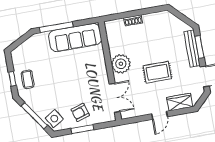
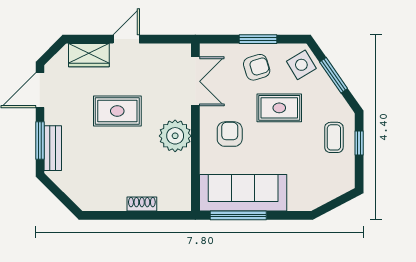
window: (56, 27) -> (238, 215), moved
bench: (192, 49) -> (53, 148), width x0.73
armchair: (89, 70) -> (230, 134), added
rug: (63, 91) -> (279, 108), added
double door: (115, 98) -> (195, 81), swing flipped
window: (34, 116) -> (334, 75), width x0.69

